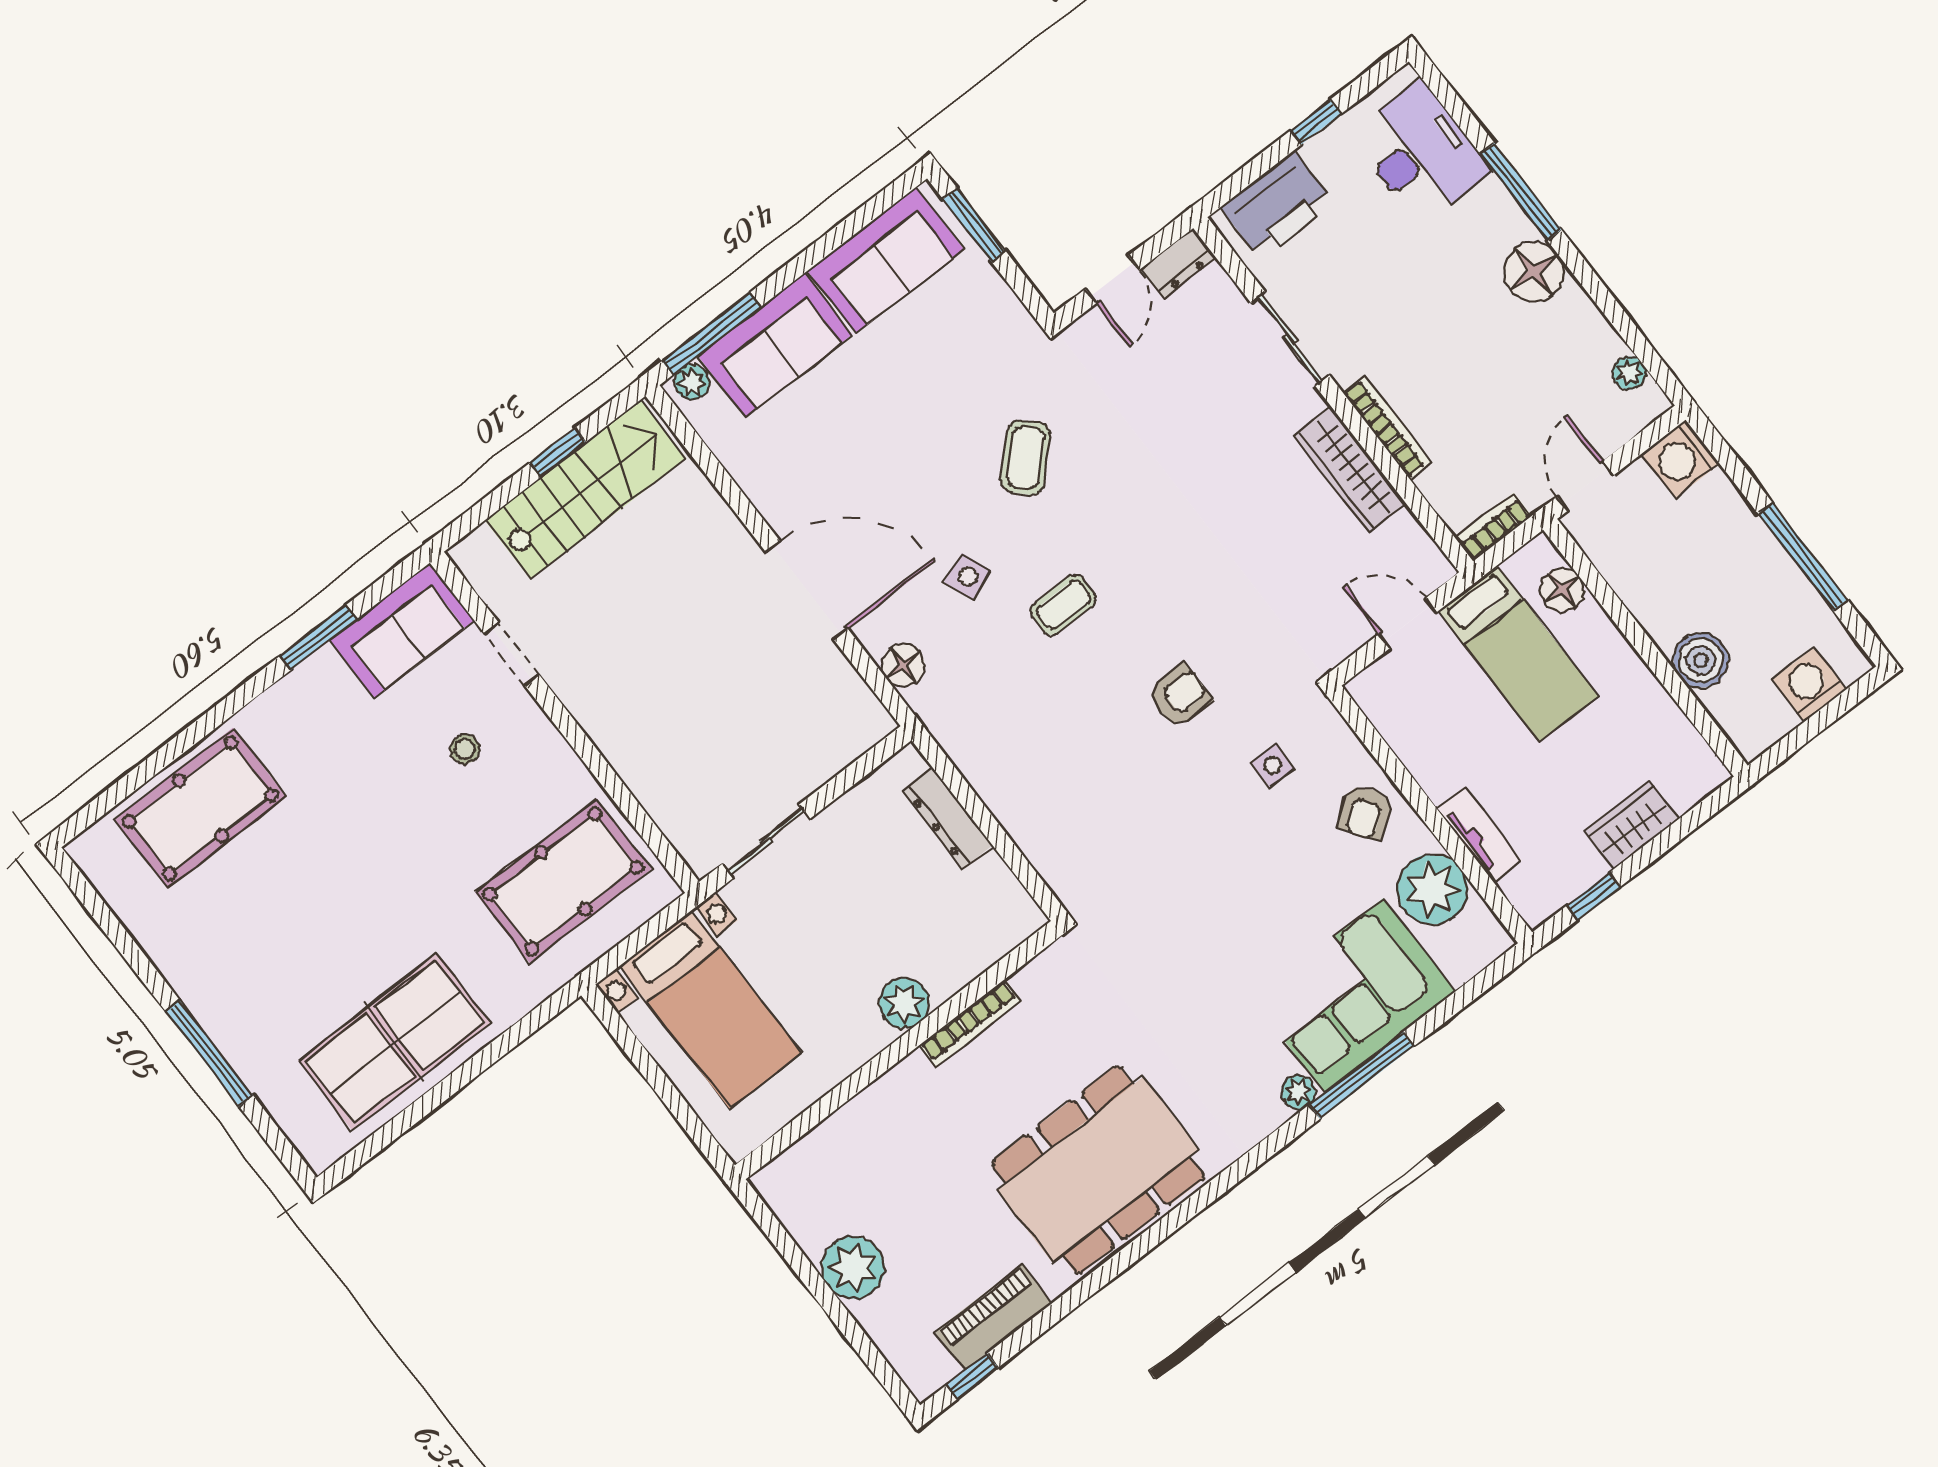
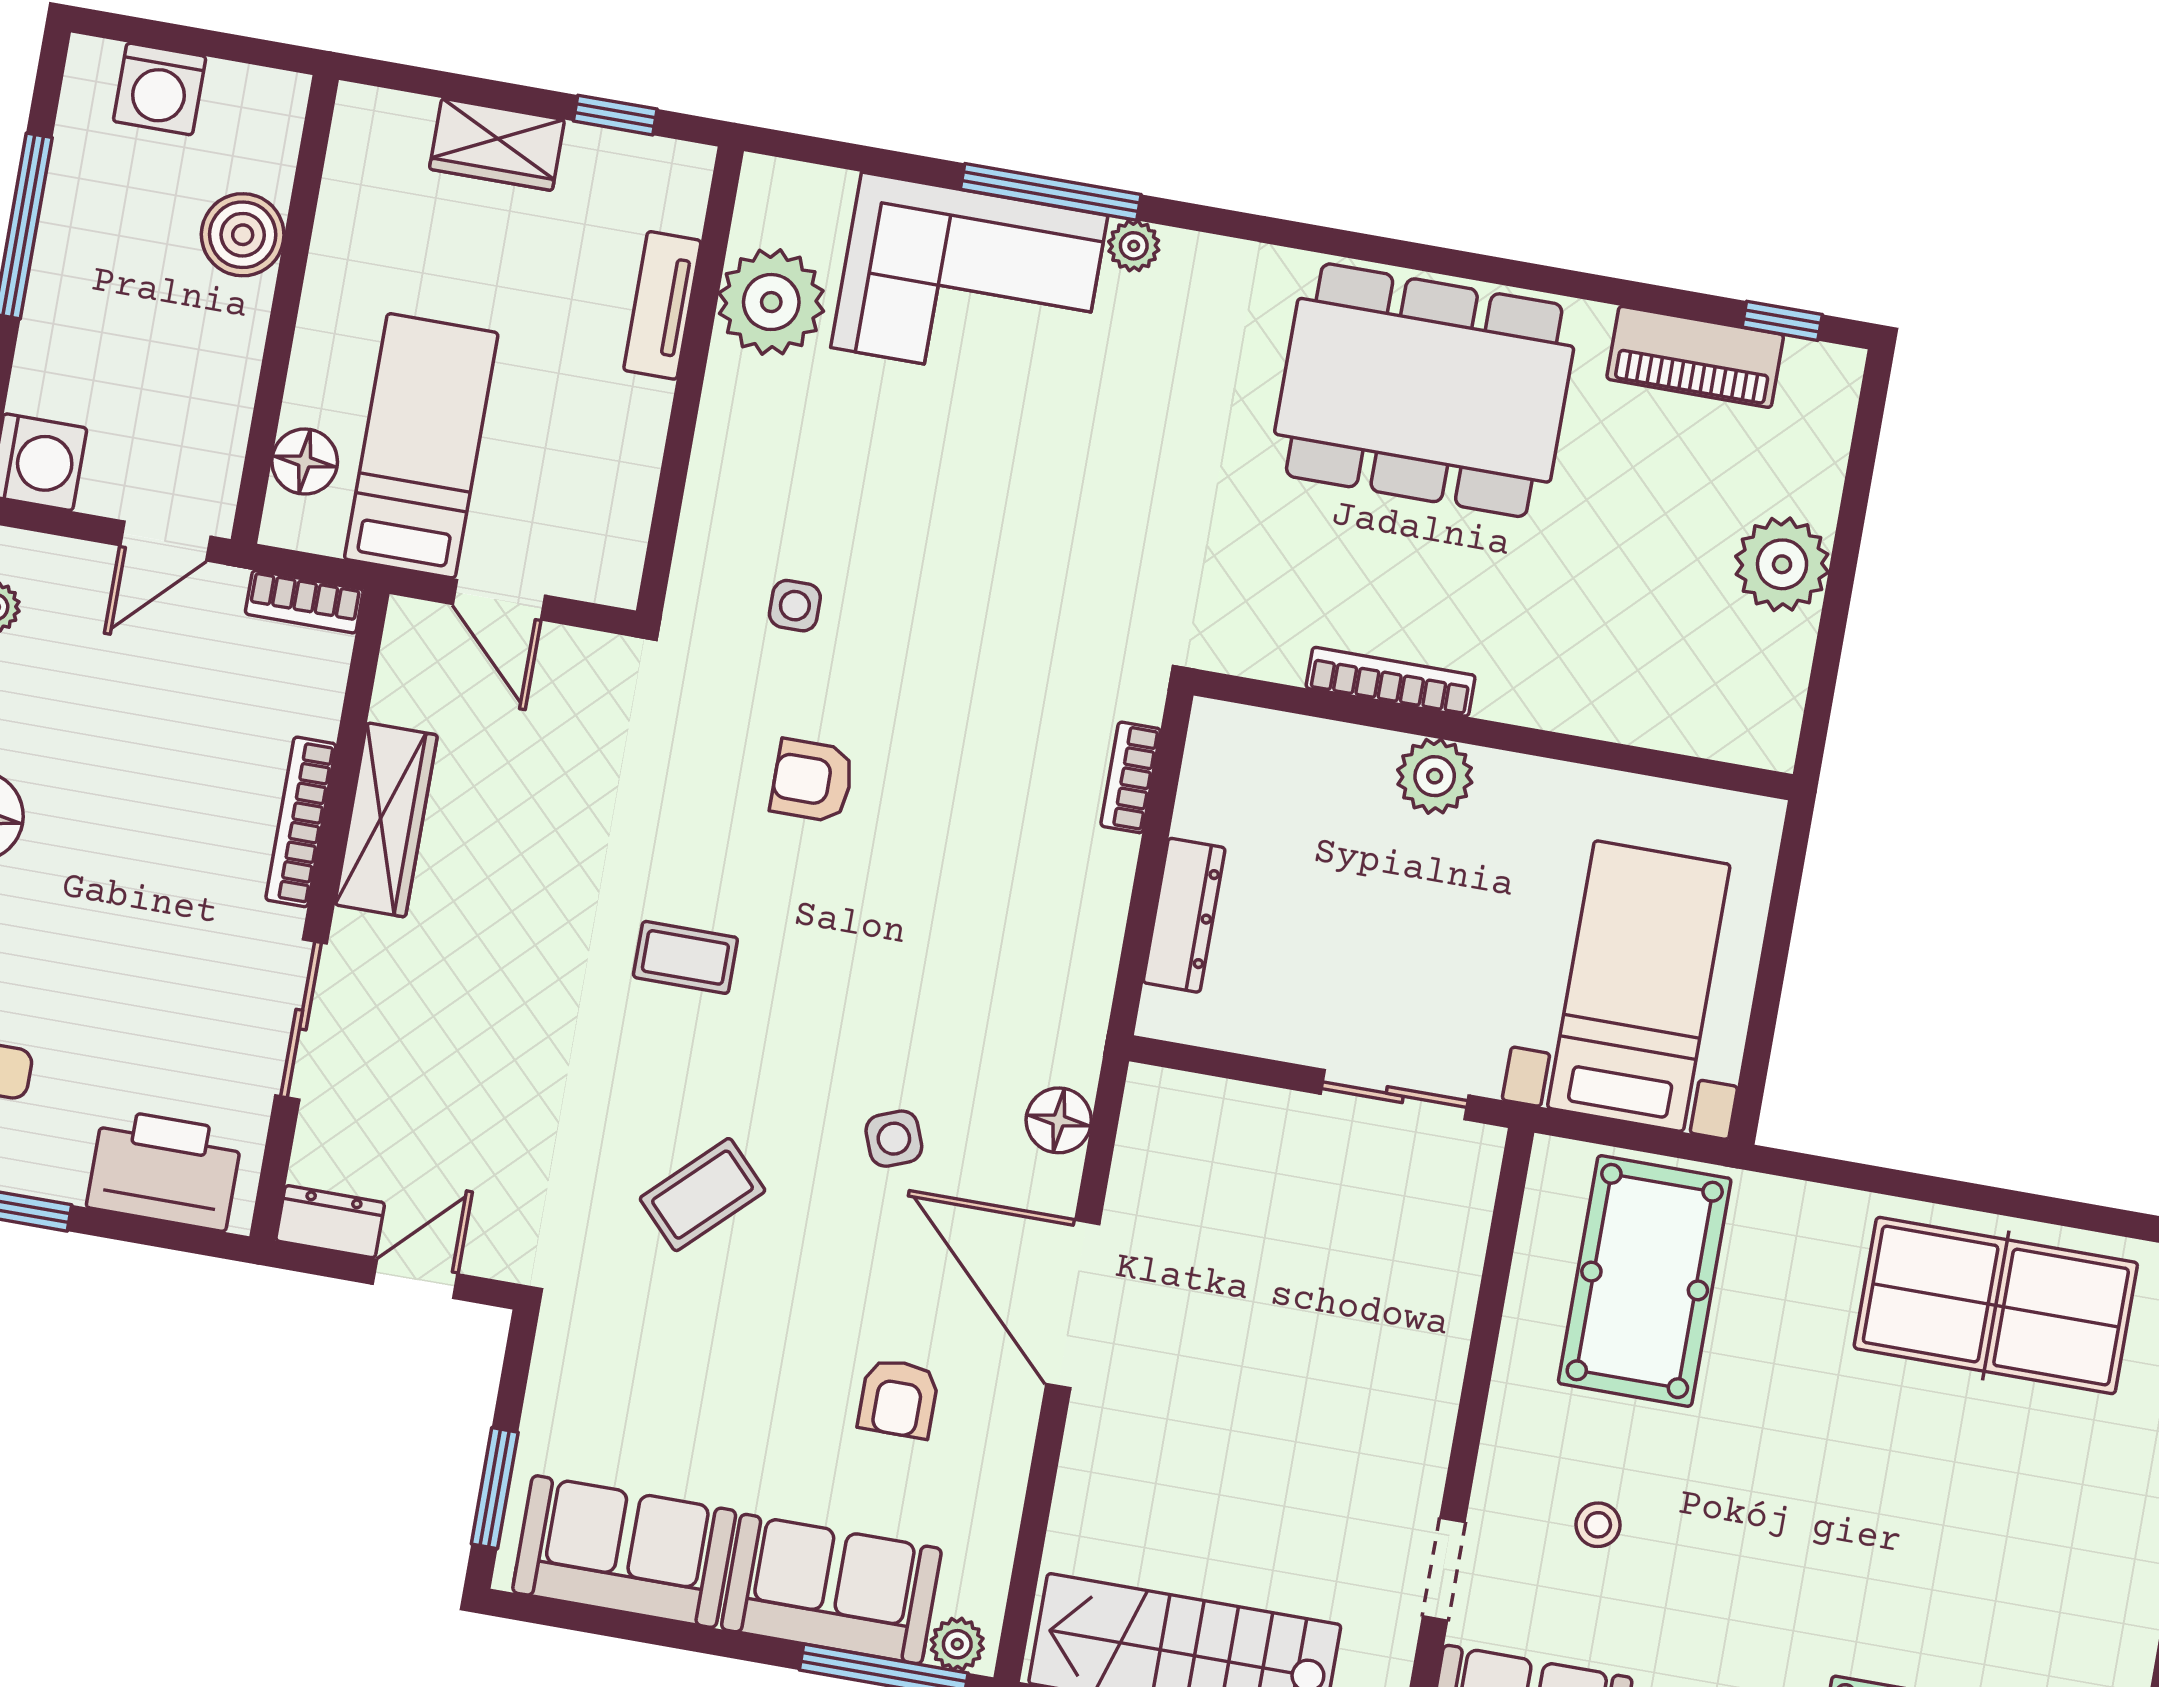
coffee table: (1063, 605) -> (685, 957), moved
armchair: (1366, 812) -> (898, 1398), moved, turned 126
bookcase: (1039, 853) -> (1131, 777), added
pool table: (563, 881) -> (1645, 1281), turned 90

